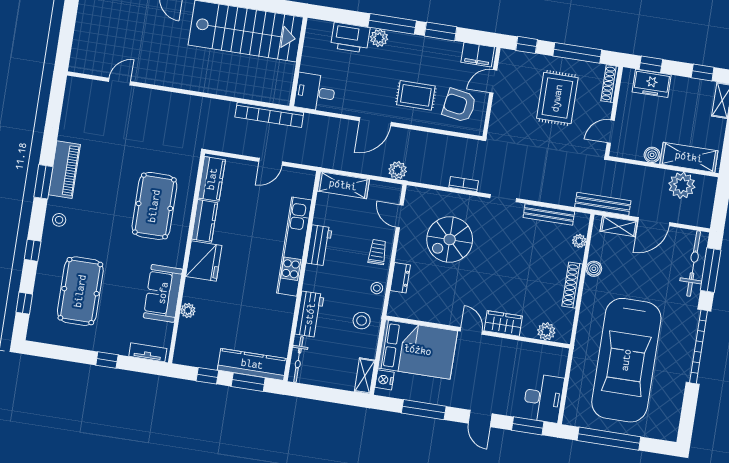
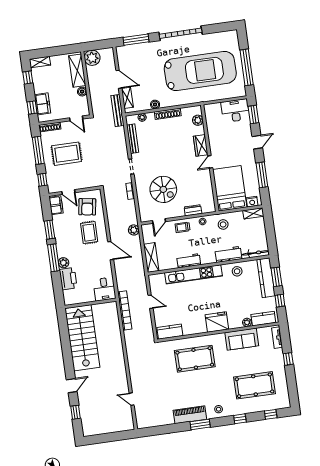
plant: (682, 185) -> (92, 58), moved
kitchen counter: (205, 221) -> (263, 319), moved
bicycle: (694, 264) -> (135, 50), removed
stool: (277, 320) -> (237, 271), added

